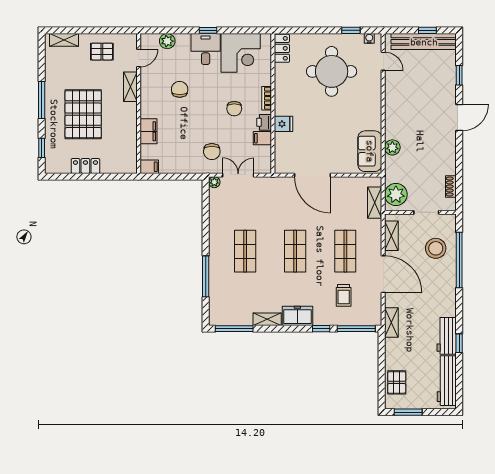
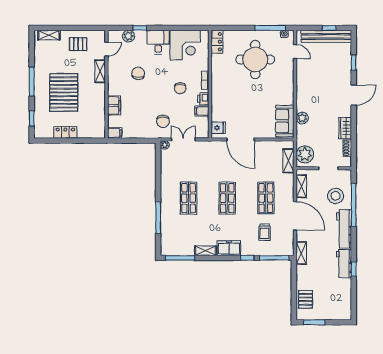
window: (208, 30) -> (140, 28), moved
window: (351, 30) -> (270, 28), width x2.17
fridge: (283, 124) -> (218, 128), moved
wardrobe: (448, 160) -> (345, 128), added
workbench: (447, 381) -> (344, 229), moved

